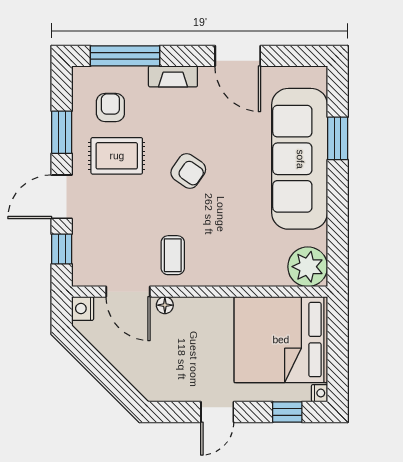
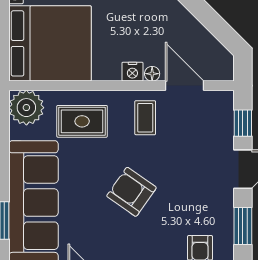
rug: (117, 156) -> (82, 121), moved
armchair: (188, 171) -> (131, 192), width x1.38, depth x1.38
nightstand: (83, 308) -> (132, 72), moved, turned 90

